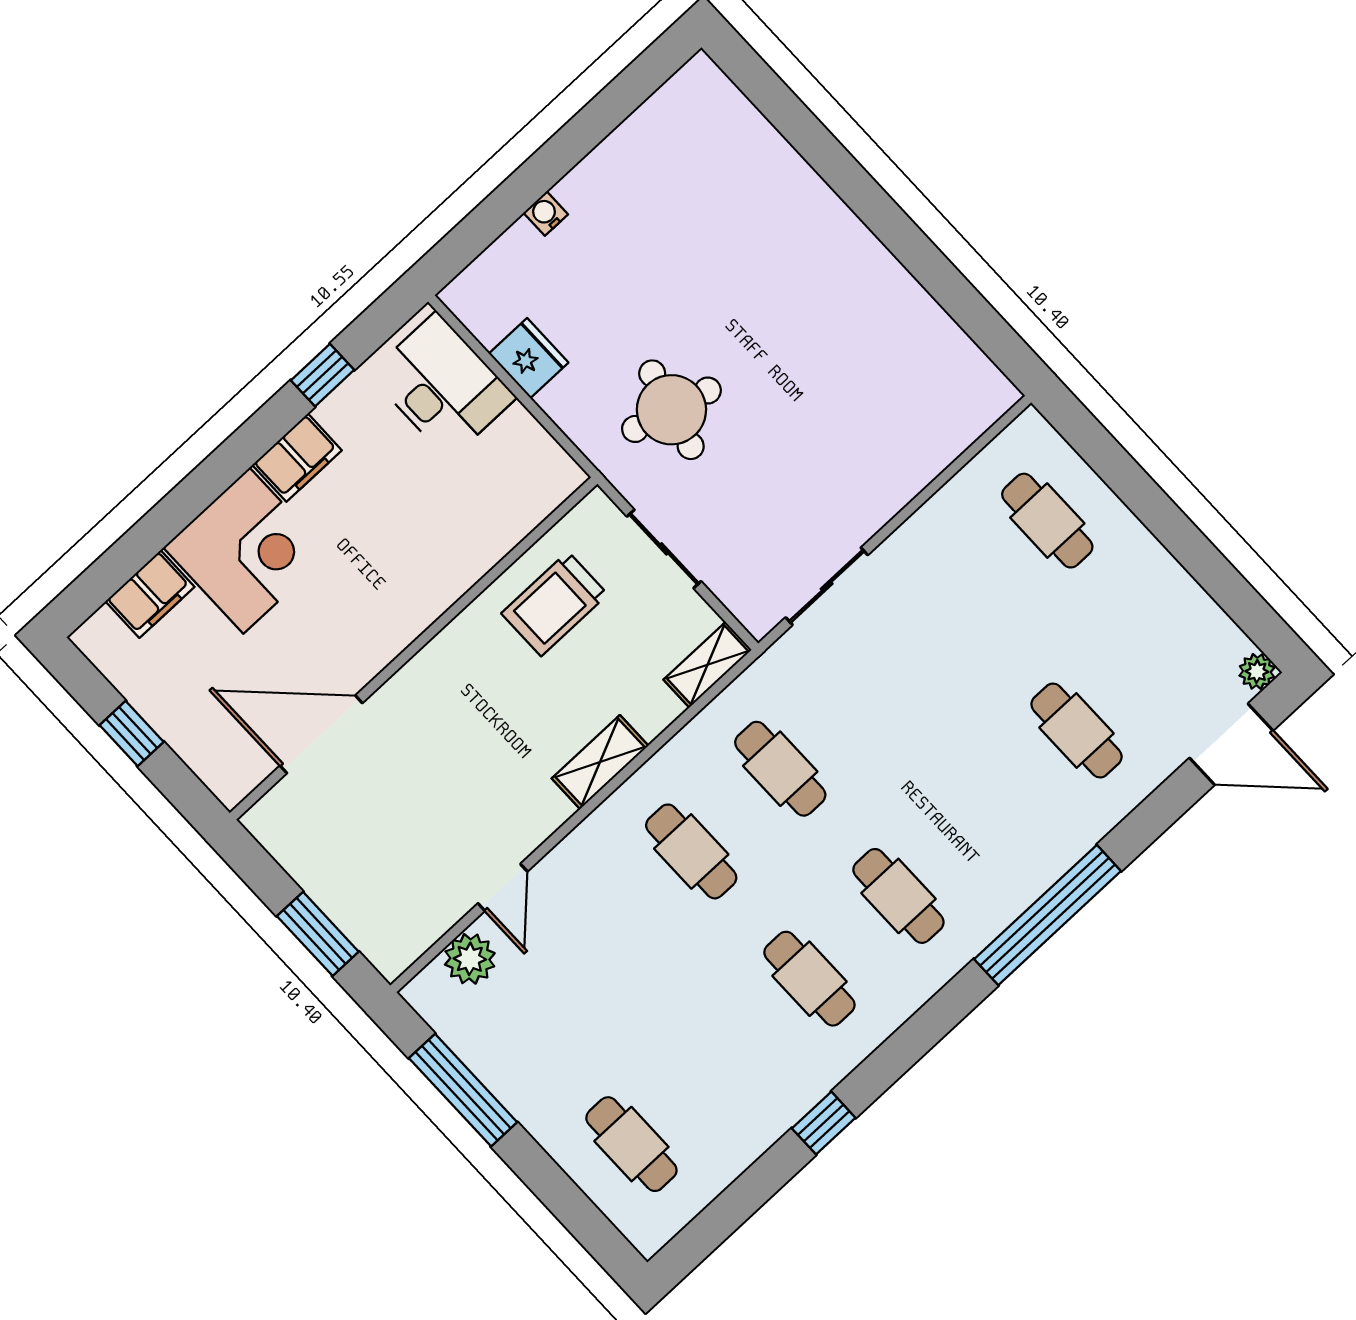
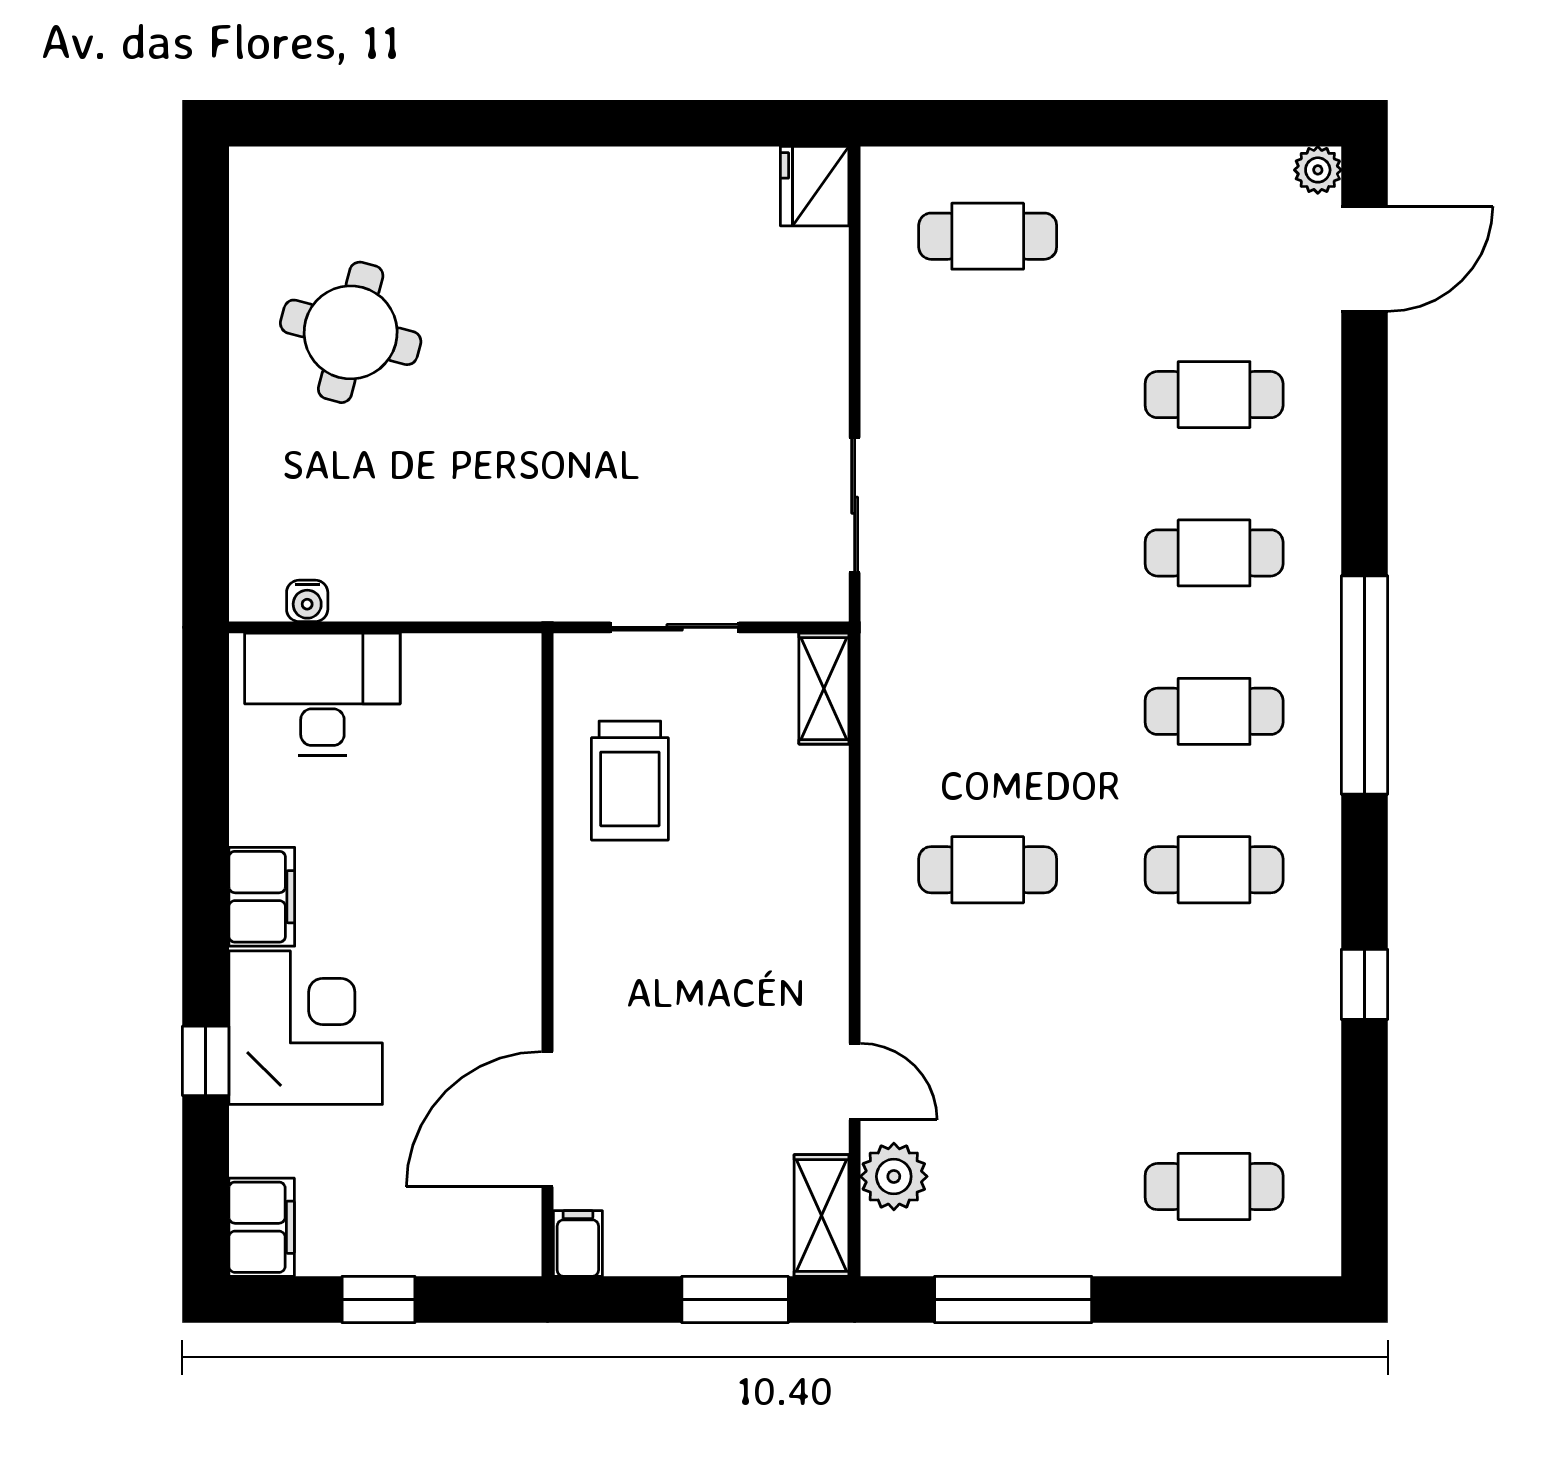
water cooler: (546, 214) -> (307, 601), moved, turned -90
fridge: (529, 358) -> (815, 186), moved, turned -90
window: (322, 375) -> (206, 1061), moved
round table: (671, 410) -> (351, 332), moved
filing cabinet: (150, 594) -> (262, 1227), moved
shelving: (600, 762) -> (821, 1216), moved
cafe table: (780, 769) -> (1214, 553), moved
filing cabinet: (267, 816) -> (578, 1244), added
window: (1048, 915) -> (1365, 685), moved

